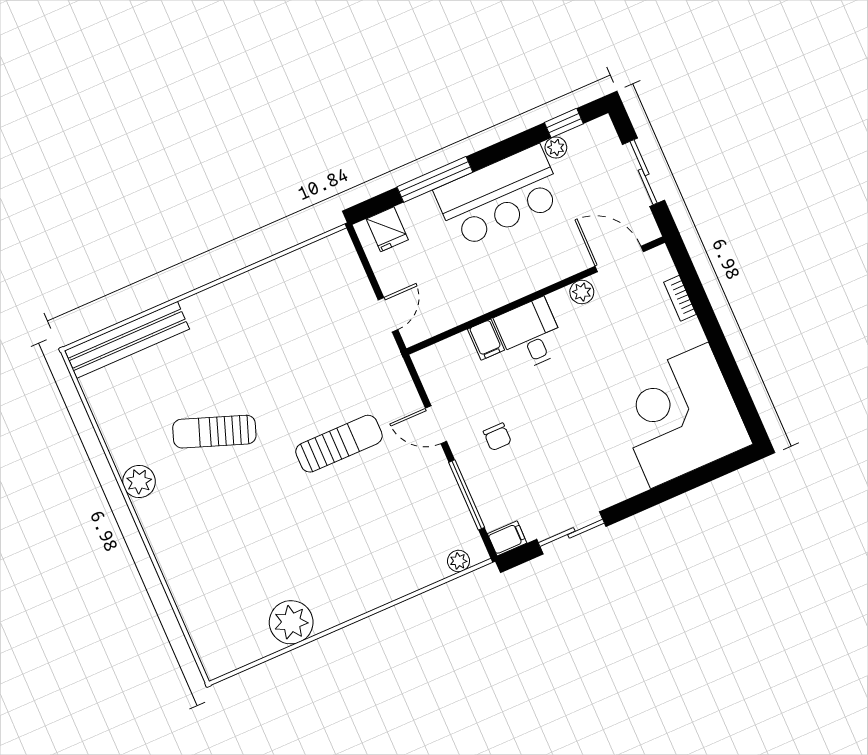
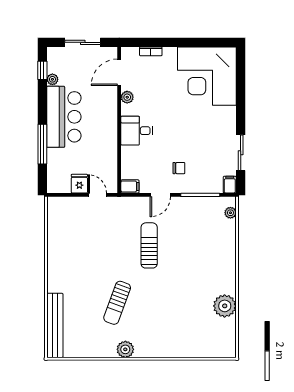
fridge: (387, 229) -> (79, 184), moved, turned -90
filing cabinet: (486, 340) -> (130, 186), moved

